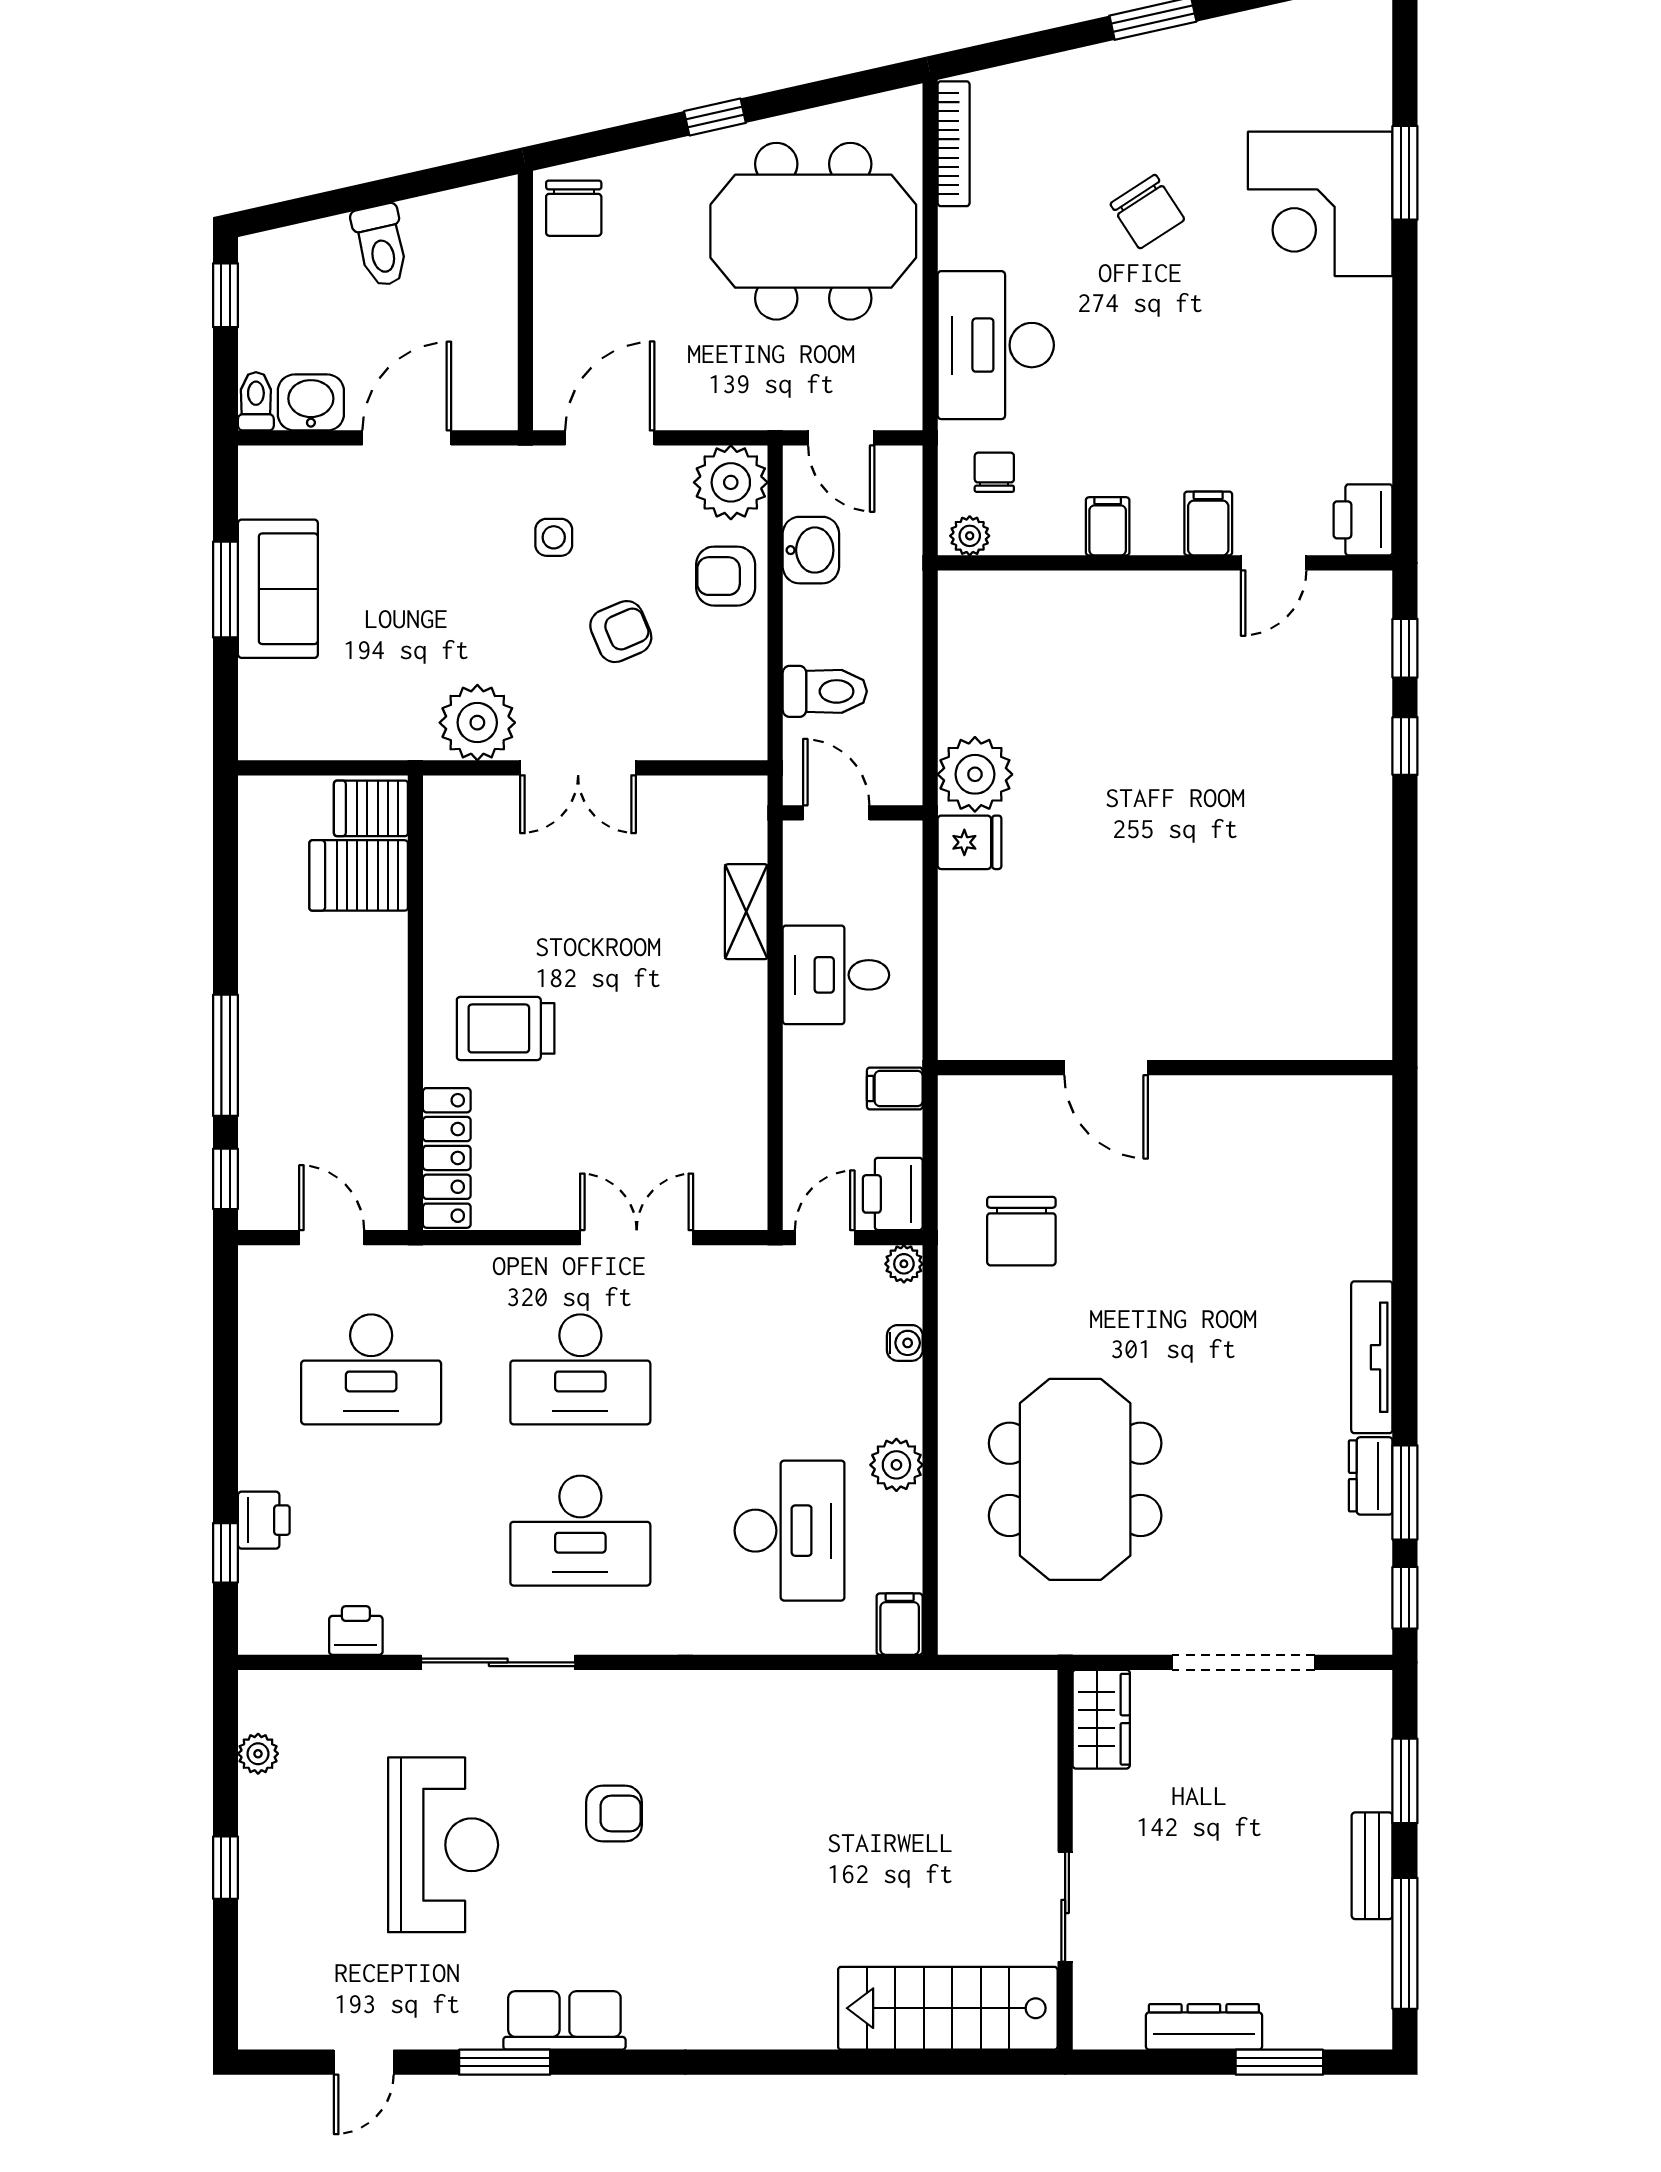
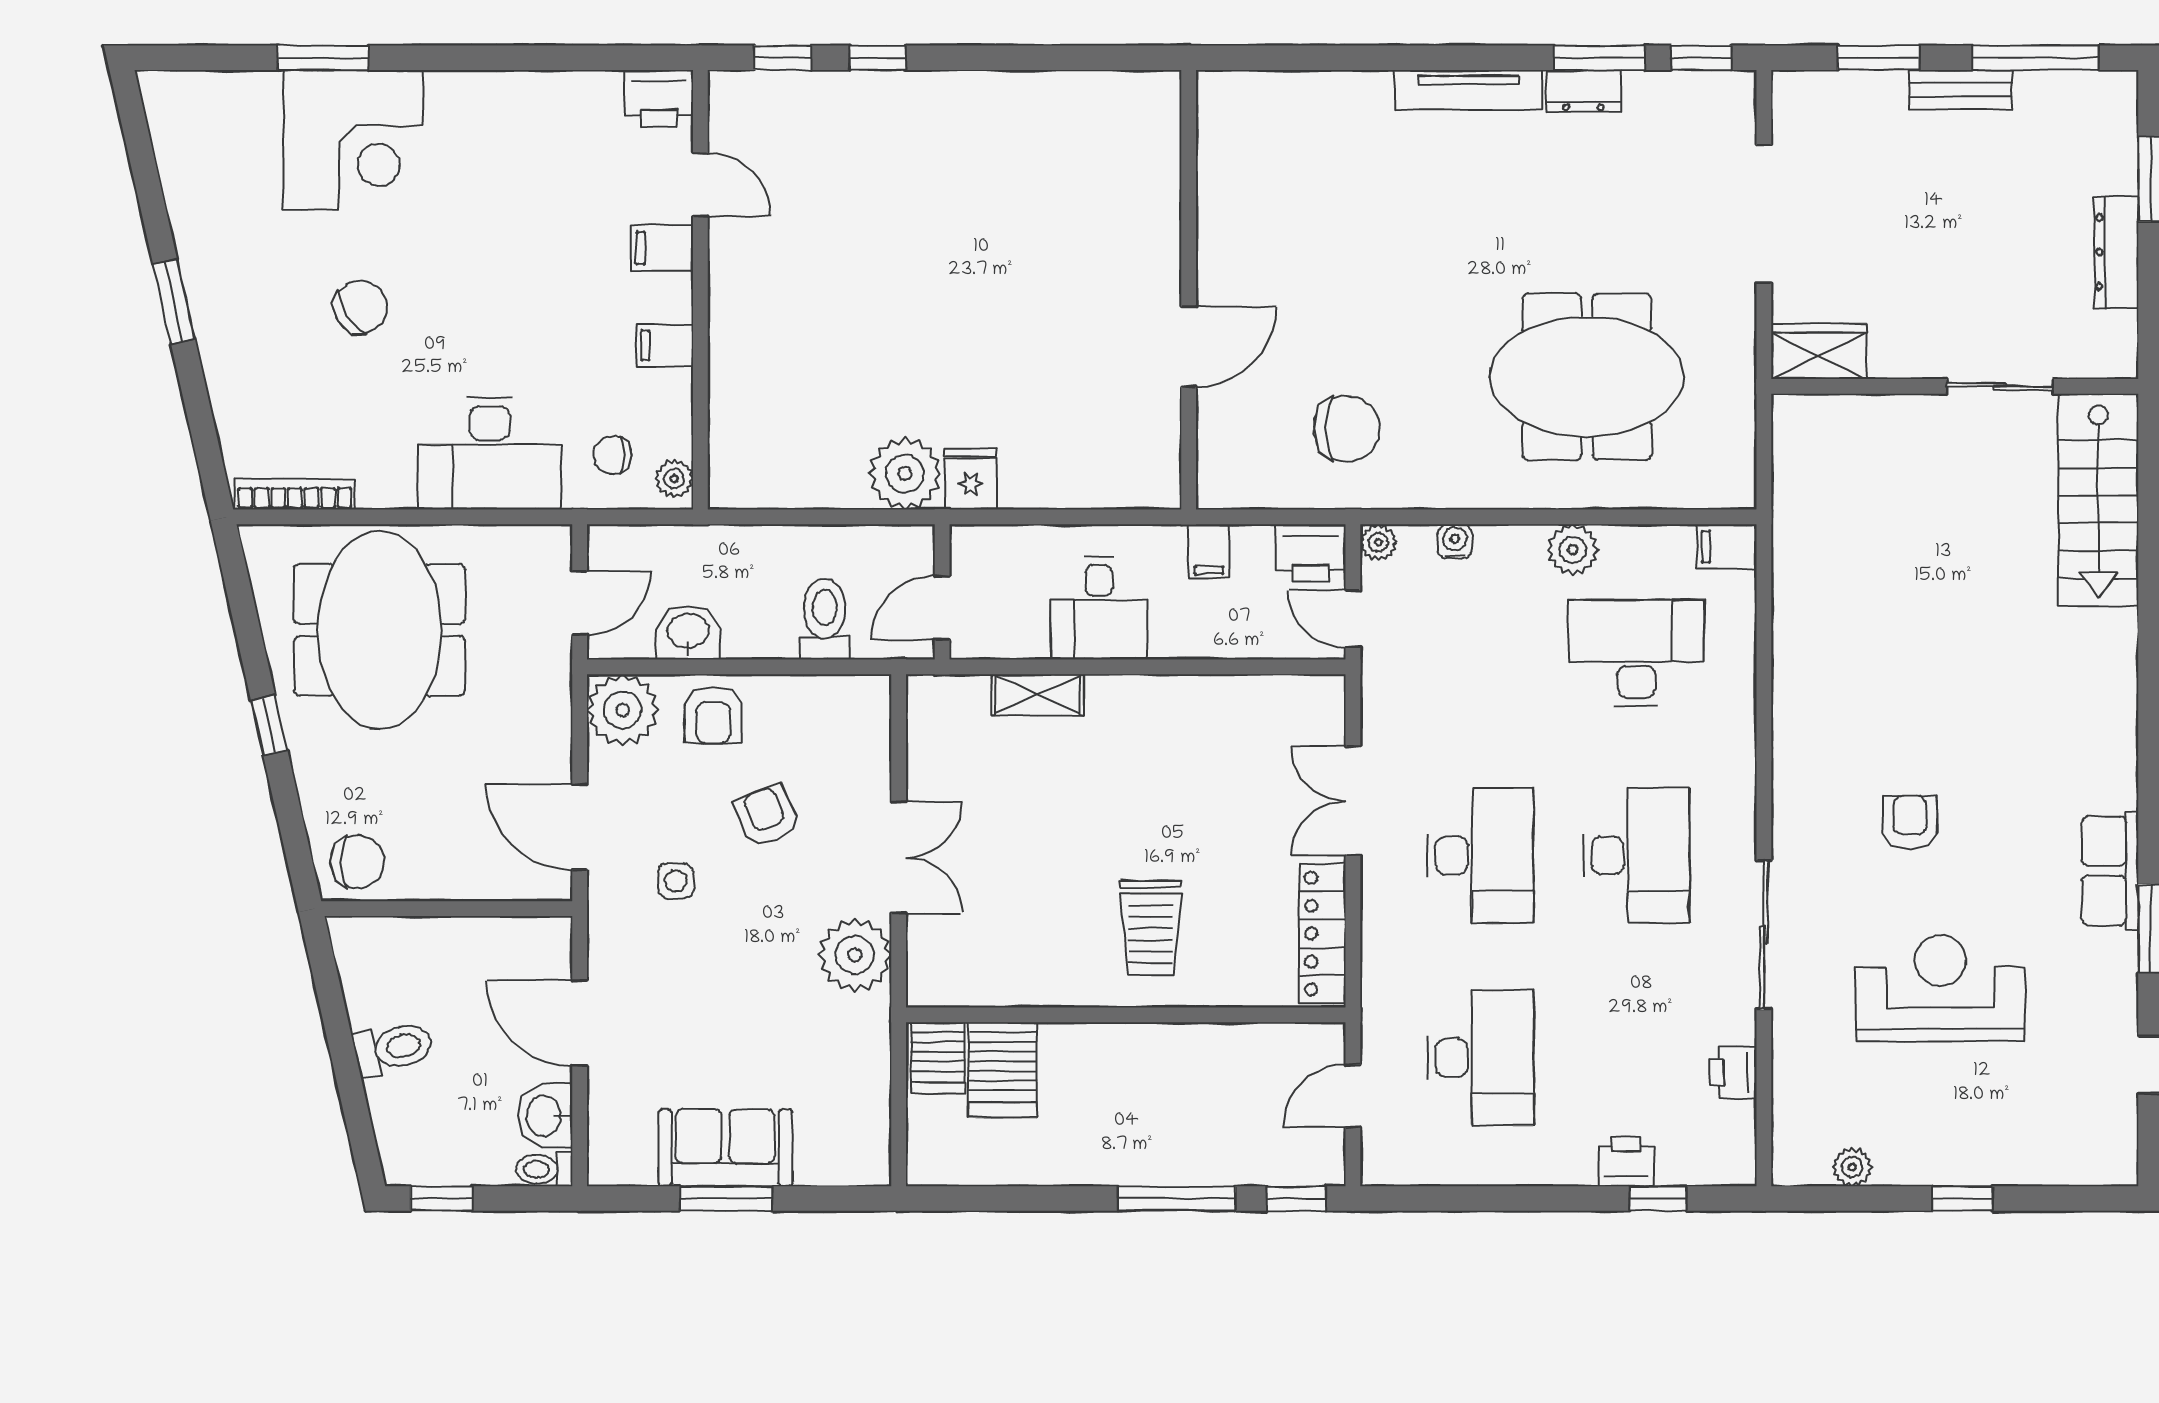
locker: (447, 1158) -> (1323, 934), moved, turned -90

